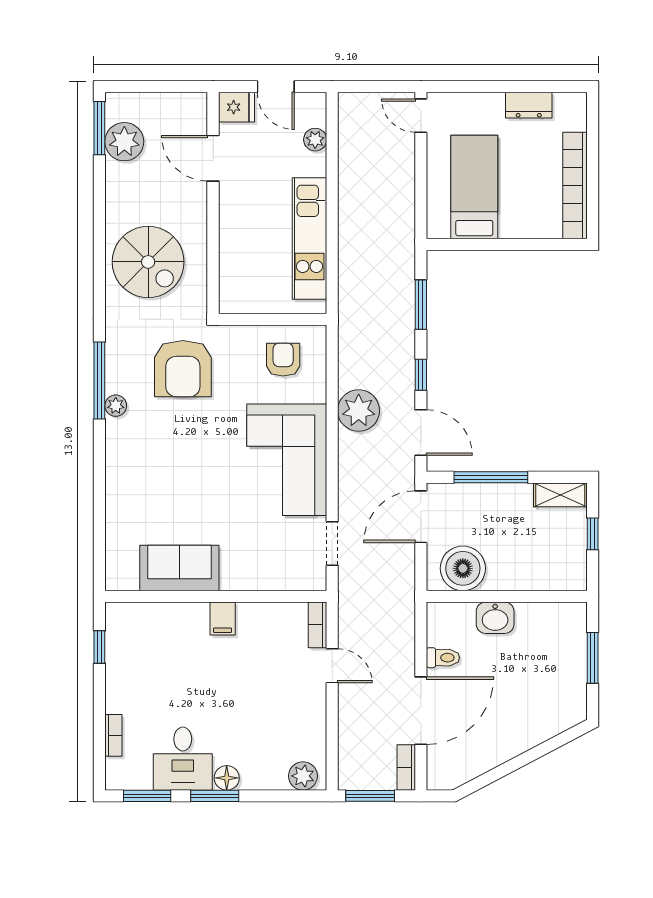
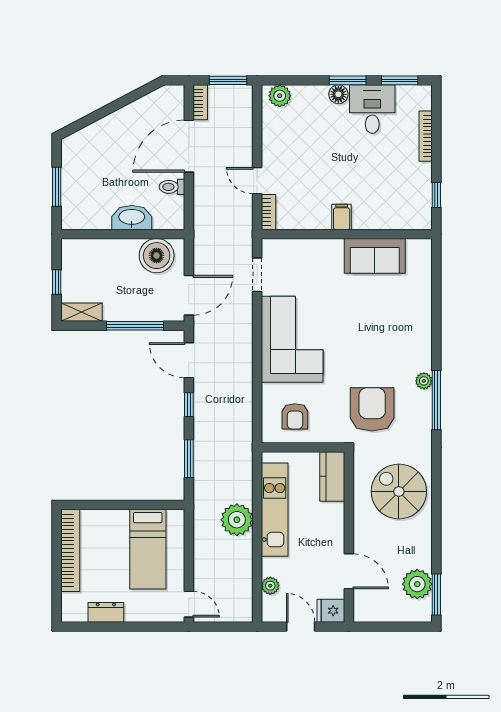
kitchen counter: (235, 281) -> (332, 476), added
plant: (359, 411) -> (237, 520), moved
washbasin: (495, 618) -> (132, 218), width x1.38
bookcase: (113, 735) -> (426, 136), width x1.56

